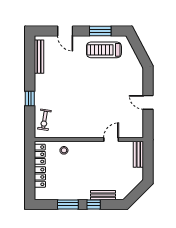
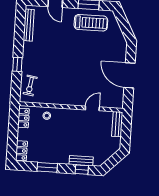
treadmill: (104, 50) -> (91, 23), turned 180
door: (148, 102) -> (130, 75), width x1.88
locker: (40, 177) -> (21, 151), moved
window: (94, 204) -> (82, 170), moved

